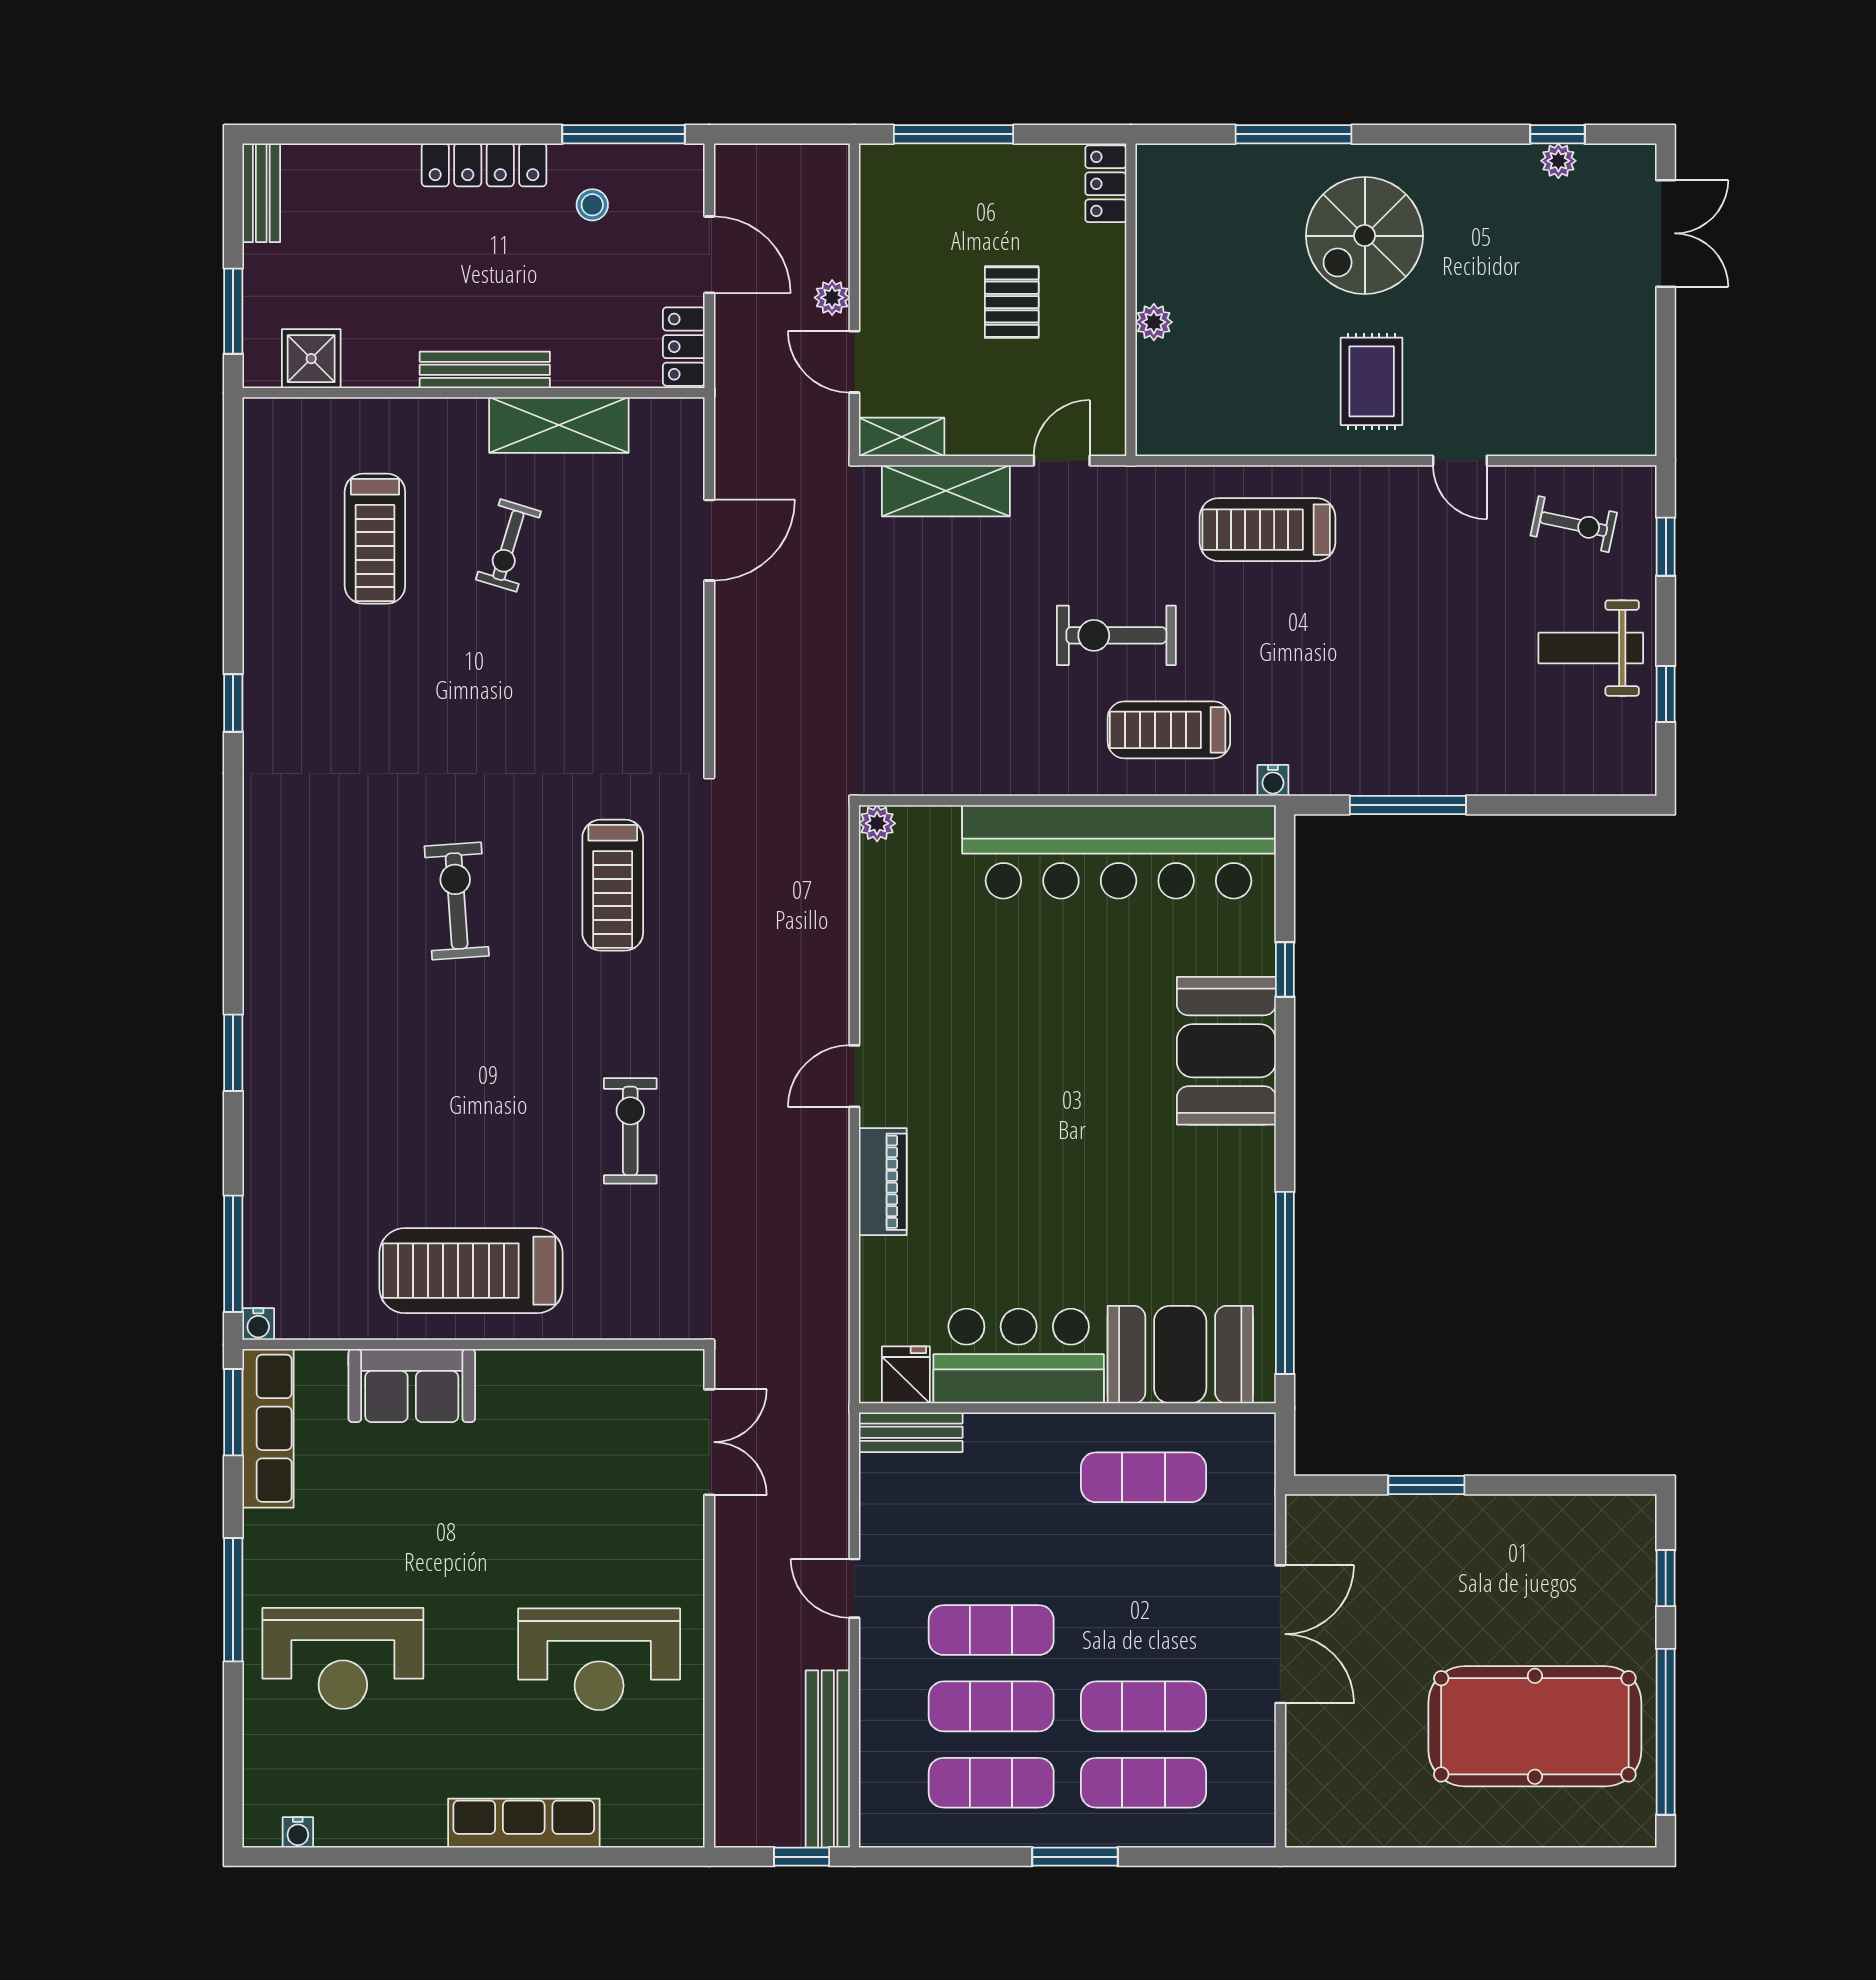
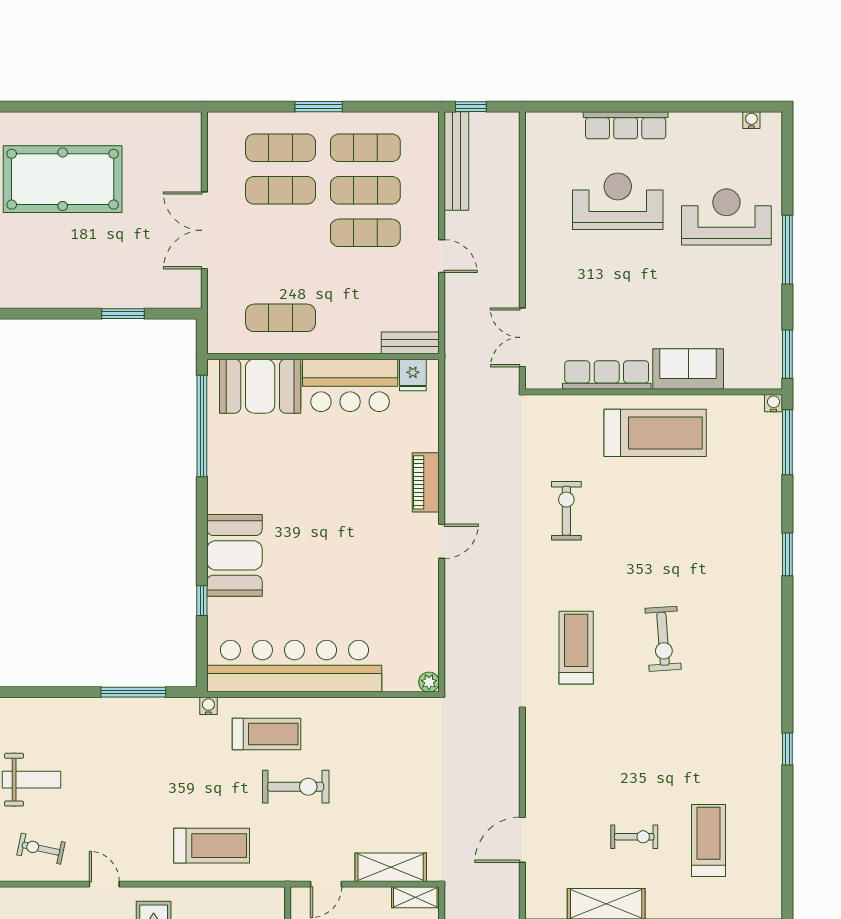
exercise bike: (508, 545) -> (634, 837), turned 73
exercise bike: (630, 1131) -> (566, 511), turned 180
row of seats: (268, 1428) -> (607, 375), moved, turned 90
reception desk: (599, 1659) -> (618, 201), moved

